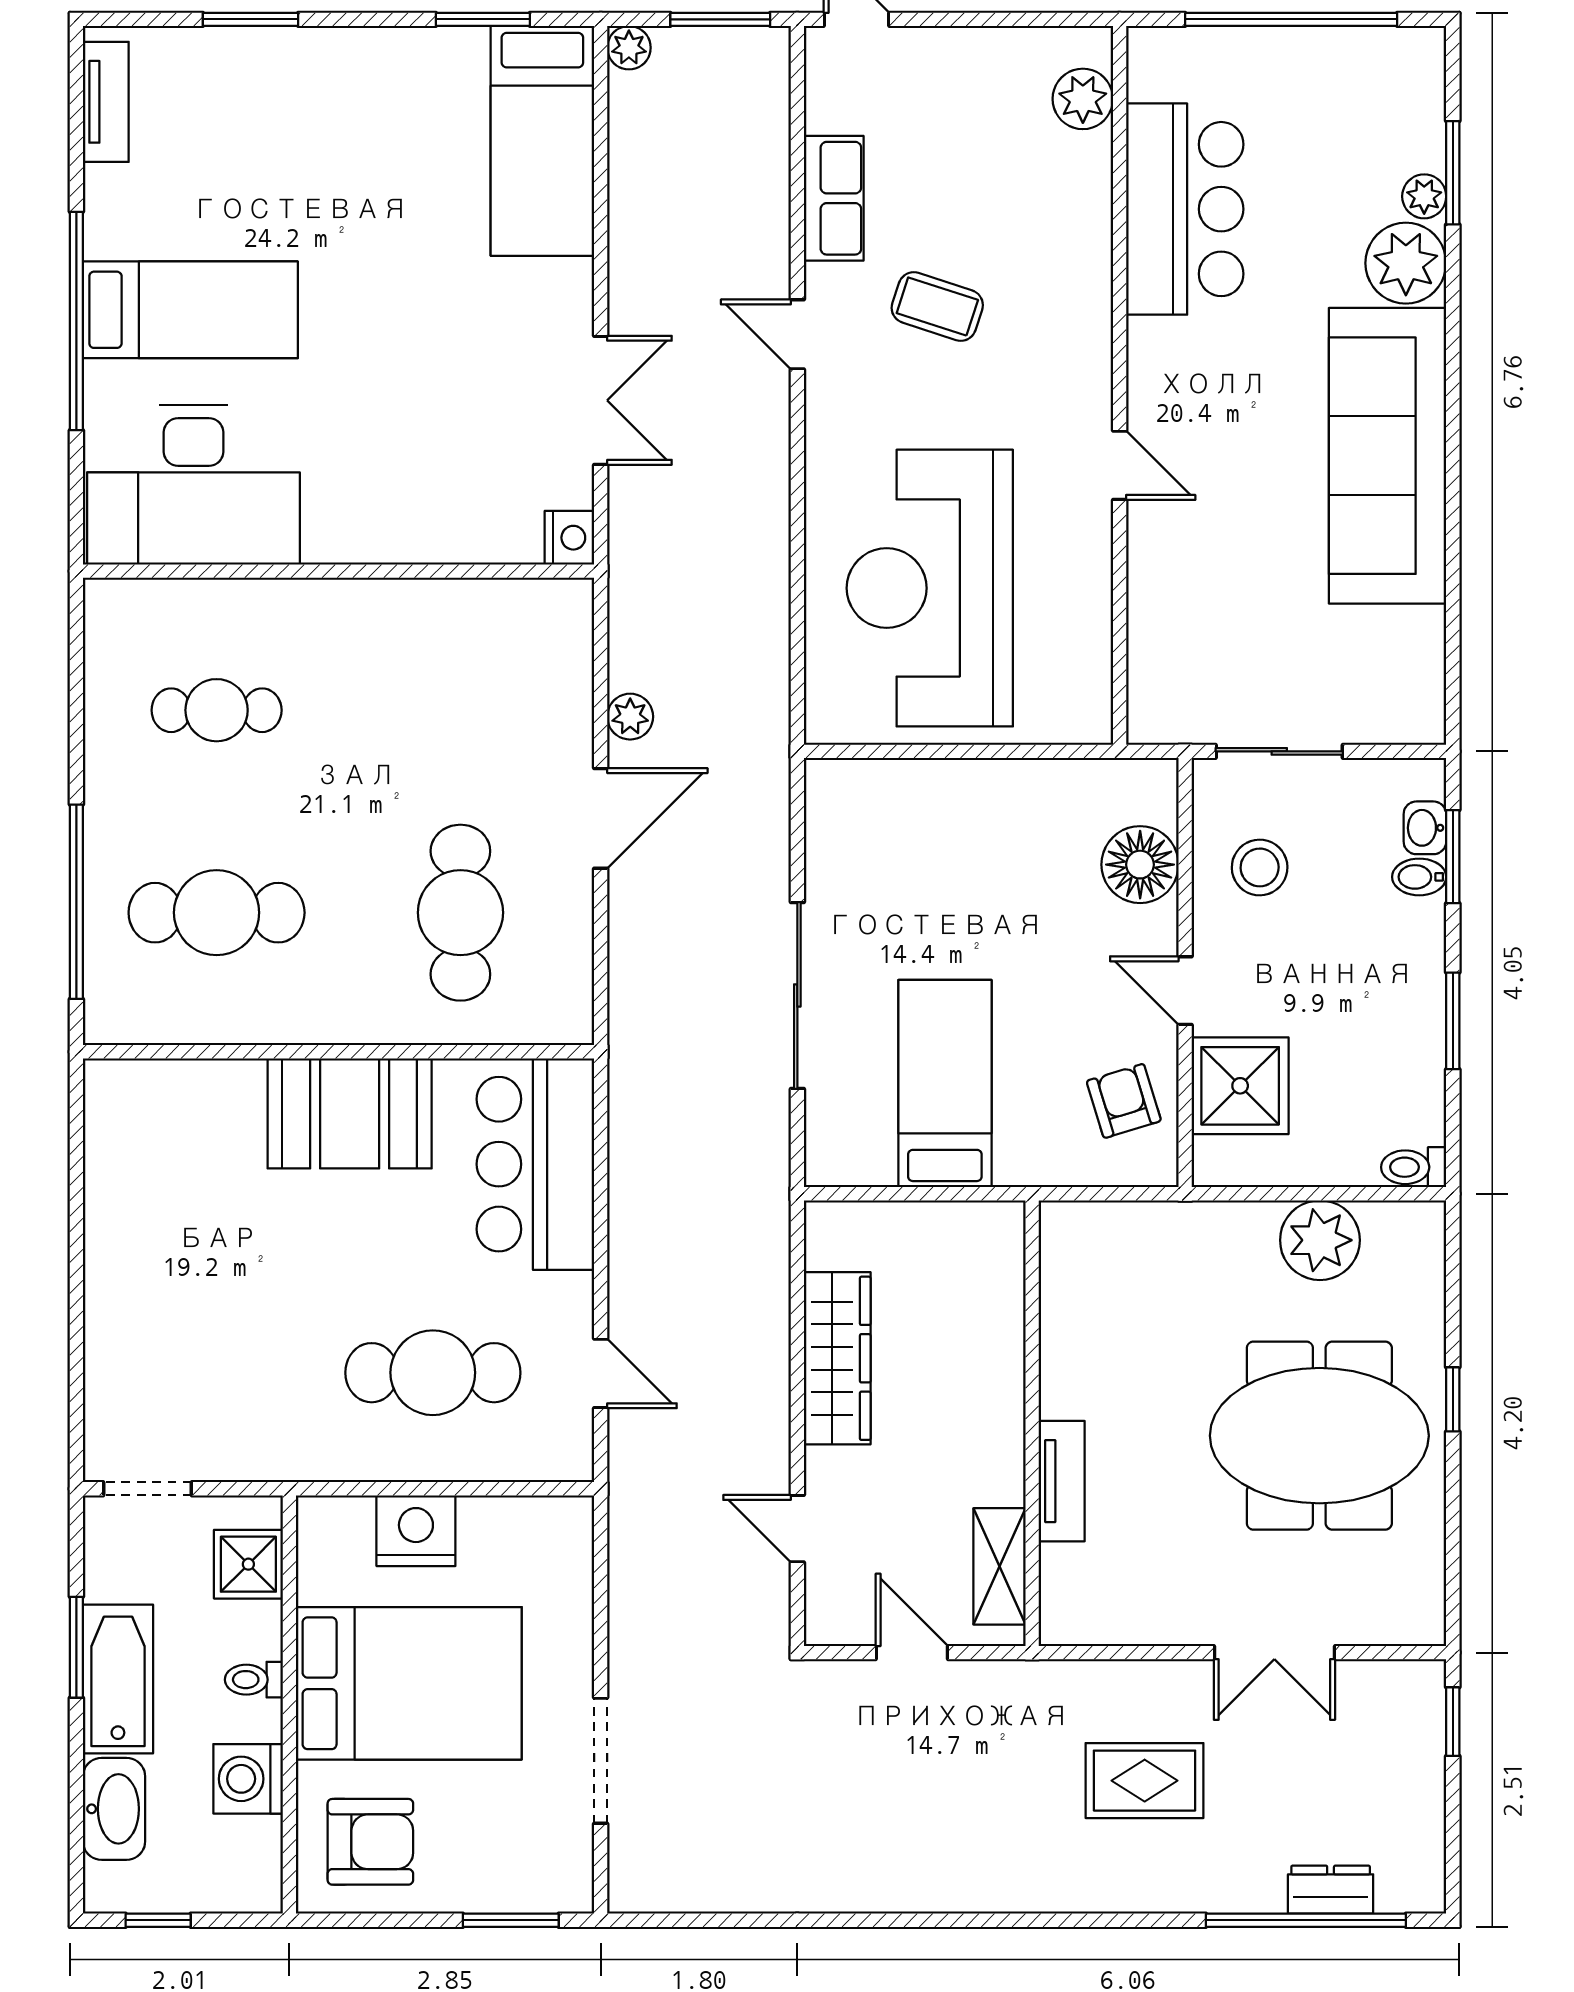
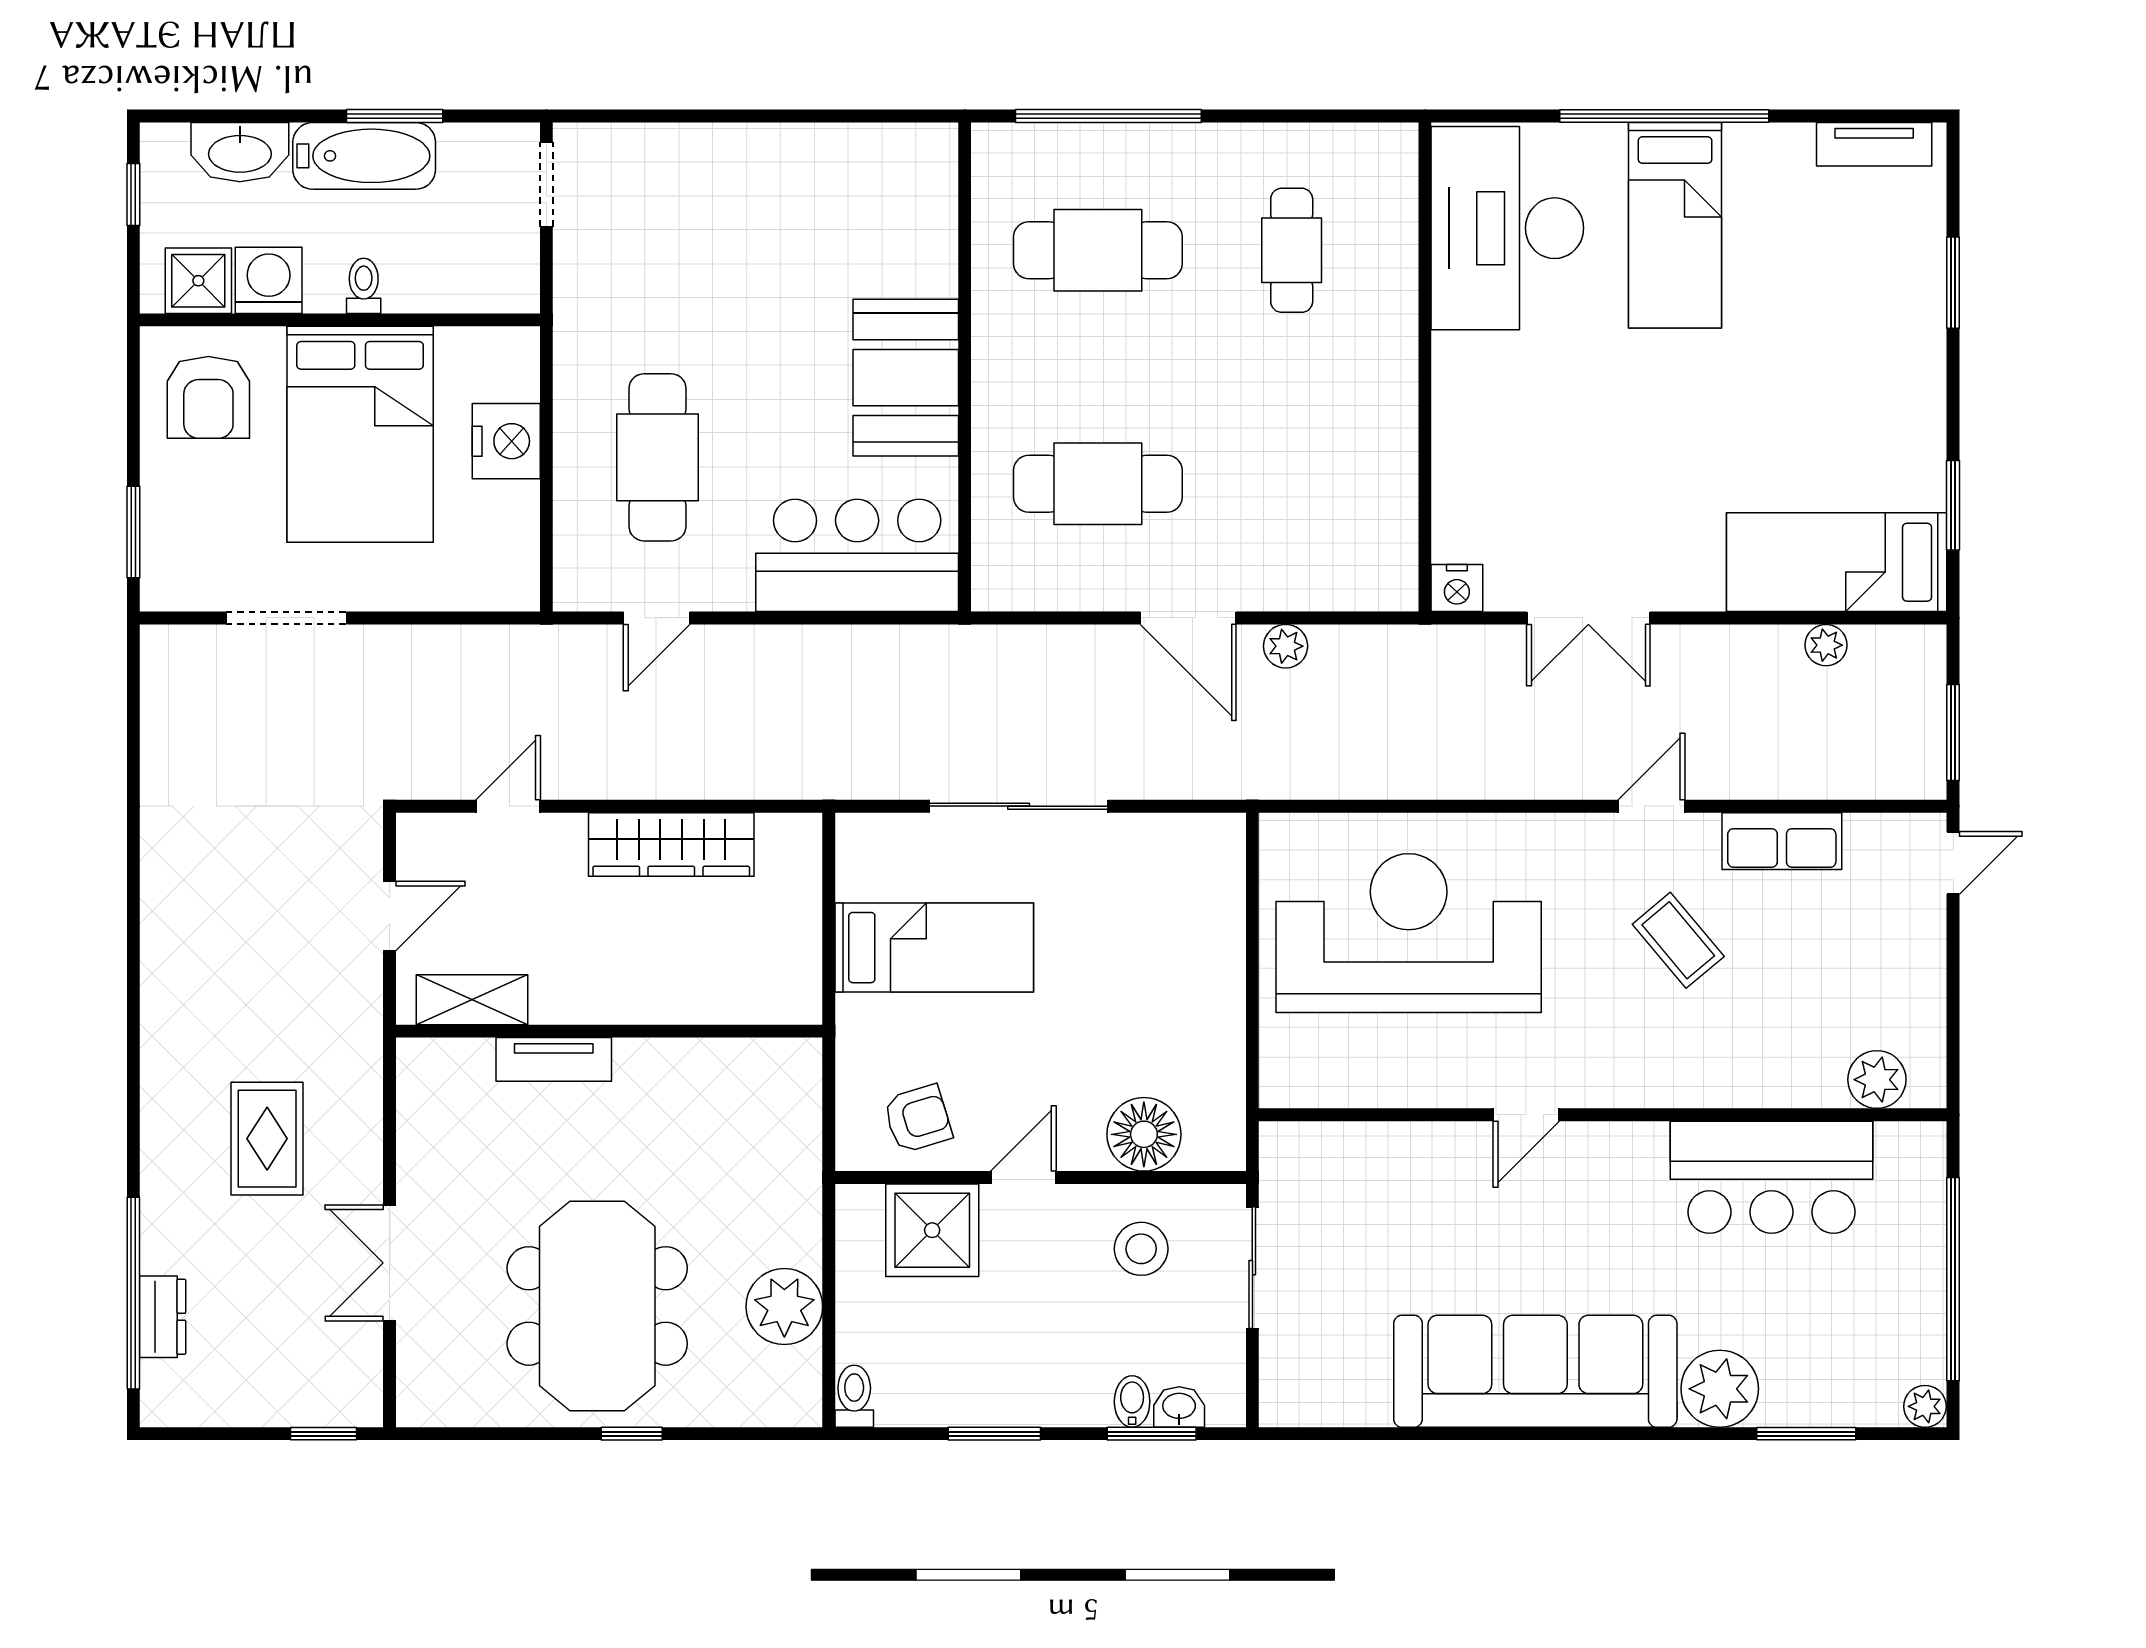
plant: (629, 48) -> (1826, 645), moved
plant: (1424, 196) -> (1925, 1406), moved
coffee table: (937, 307) -> (1678, 940), turned -58
cafe table: (217, 913) -> (1098, 250), turned 90
shower: (248, 1564) -> (198, 281), moved

